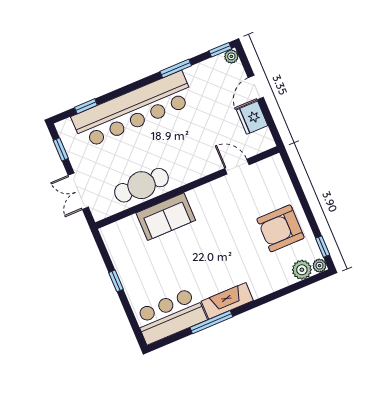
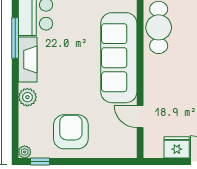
door: (237, 167) -> (140, 117), swing flipped
sofa: (166, 217) -> (119, 58), width x1.85, depth x1.27
plant: (302, 270) -> (27, 97), moved

